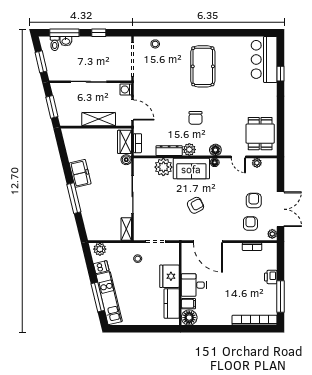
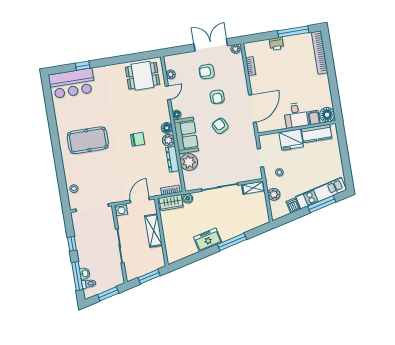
floor lamp: (215, 150) -> (167, 128), moved
armchair: (250, 224) -> (217, 97), moved, turned -90
plant: (100, 249) -> (274, 194), moved

